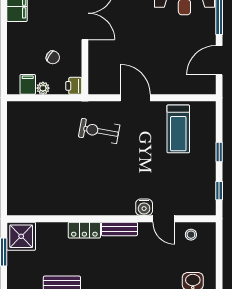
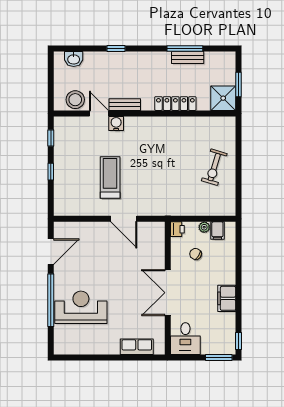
treadmill: (178, 129) -> (110, 178), moved
exercise bike: (99, 131) -> (214, 167), moved, turned 97
bench: (119, 229) -> (125, 105), moved
locker: (84, 230) -> (175, 104), width x1.53
stool: (191, 235) -> (75, 100), width x1.89, depth x1.89

